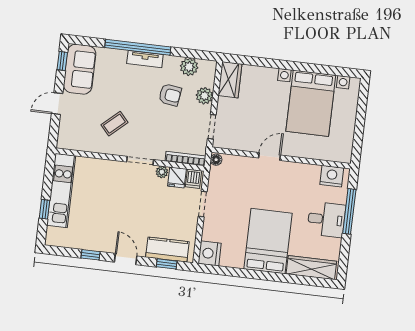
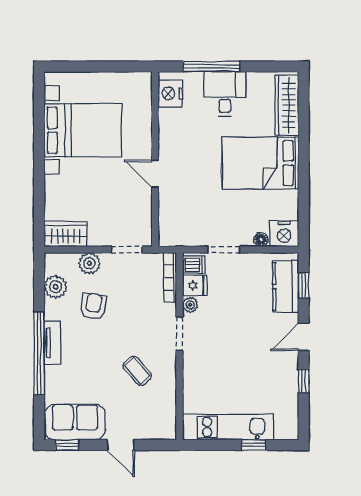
floor lamp: (216, 160) -> (261, 239), moved

